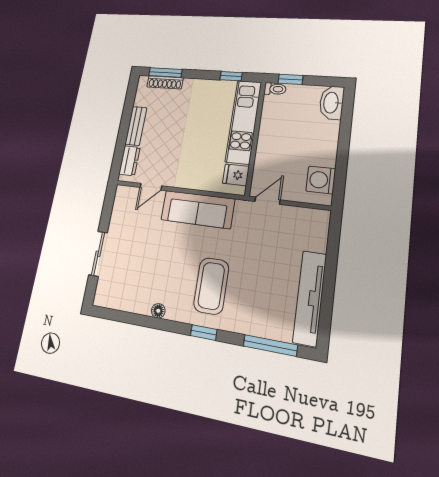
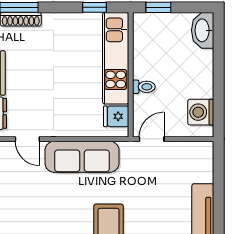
toilet: (275, 89) -> (144, 87), moved
door: (151, 187) -> (27, 139), hinge flipped

